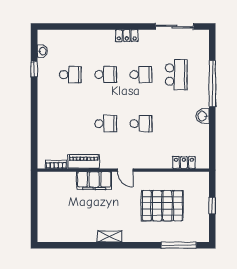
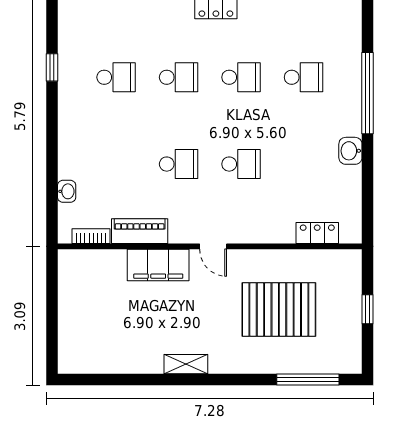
washbasin: (42, 51) -> (67, 191), moved
school desk: (176, 75) -> (304, 77), width x0.54

